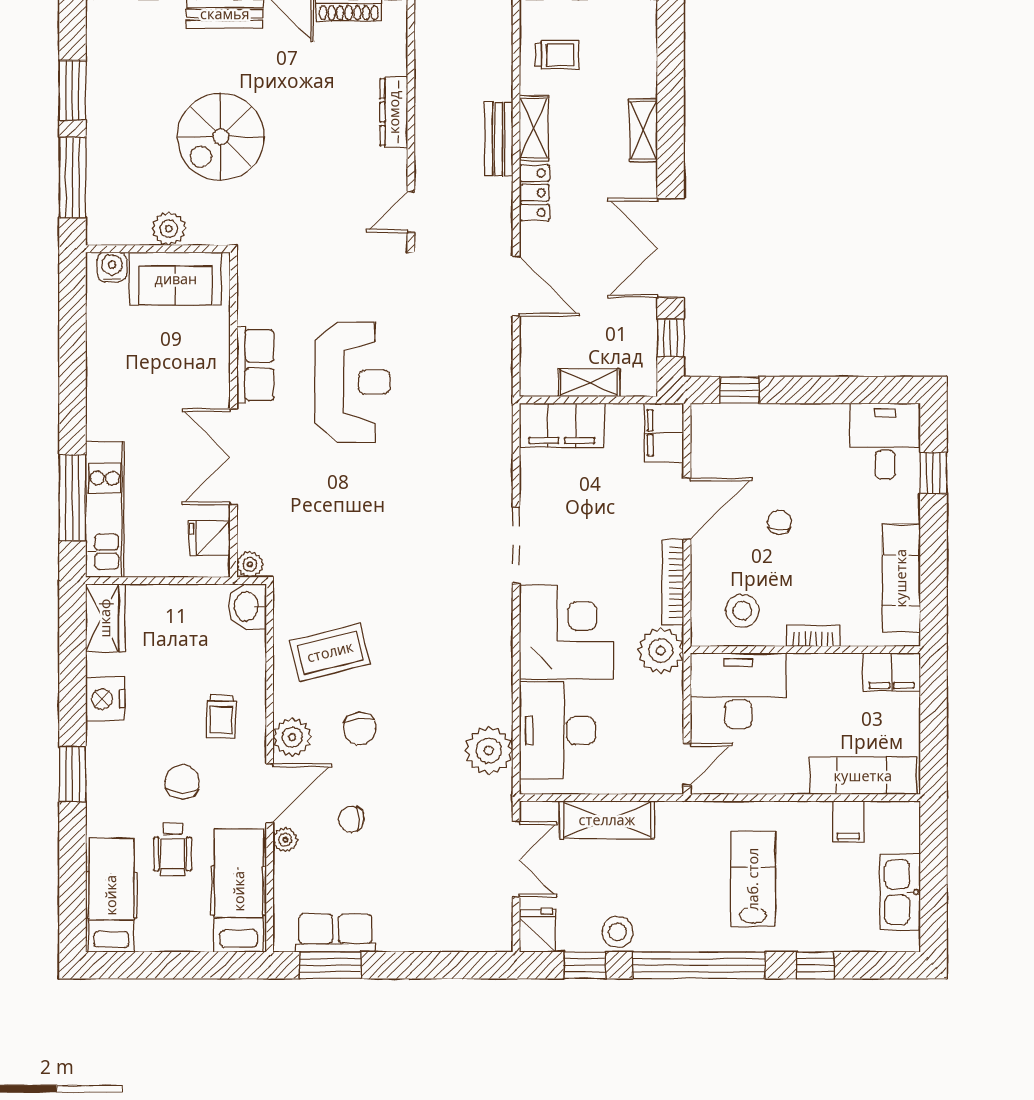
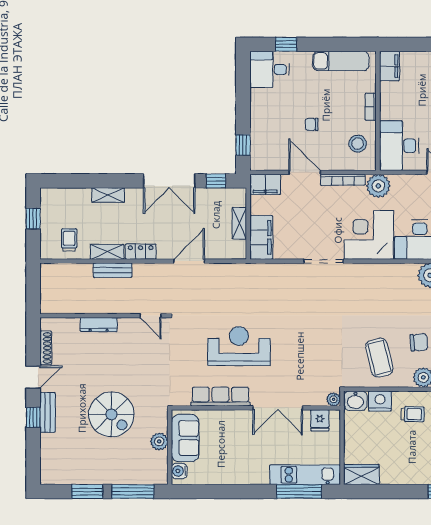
row of seats: (255, 365) -> (220, 397), width x1.48
nightstand: (105, 699) -> (380, 401), moved, turned 180

